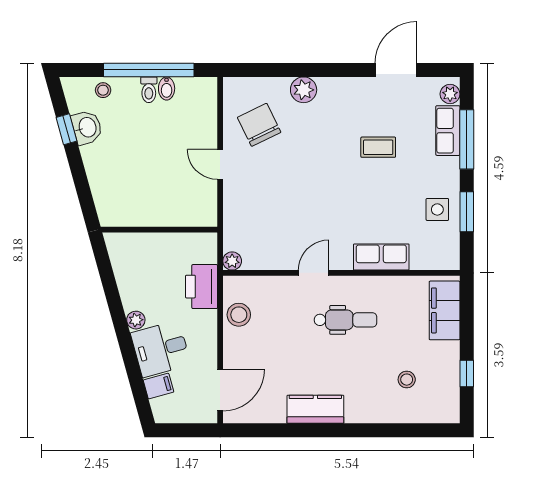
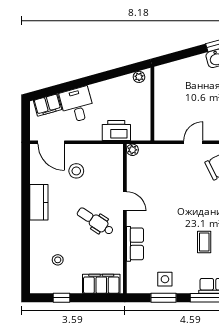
stool: (239, 315) -> (76, 171), moved
plant: (136, 320) -> (139, 77), moved
dental chair: (345, 320) -> (95, 221), turned 123
filing cabinet: (158, 386) -> (48, 105), width x2.00

